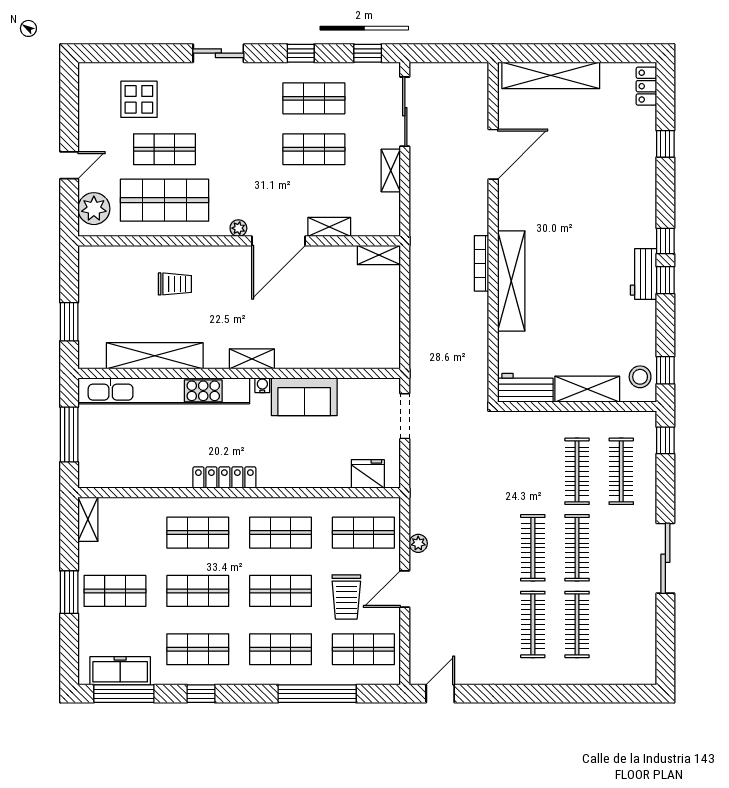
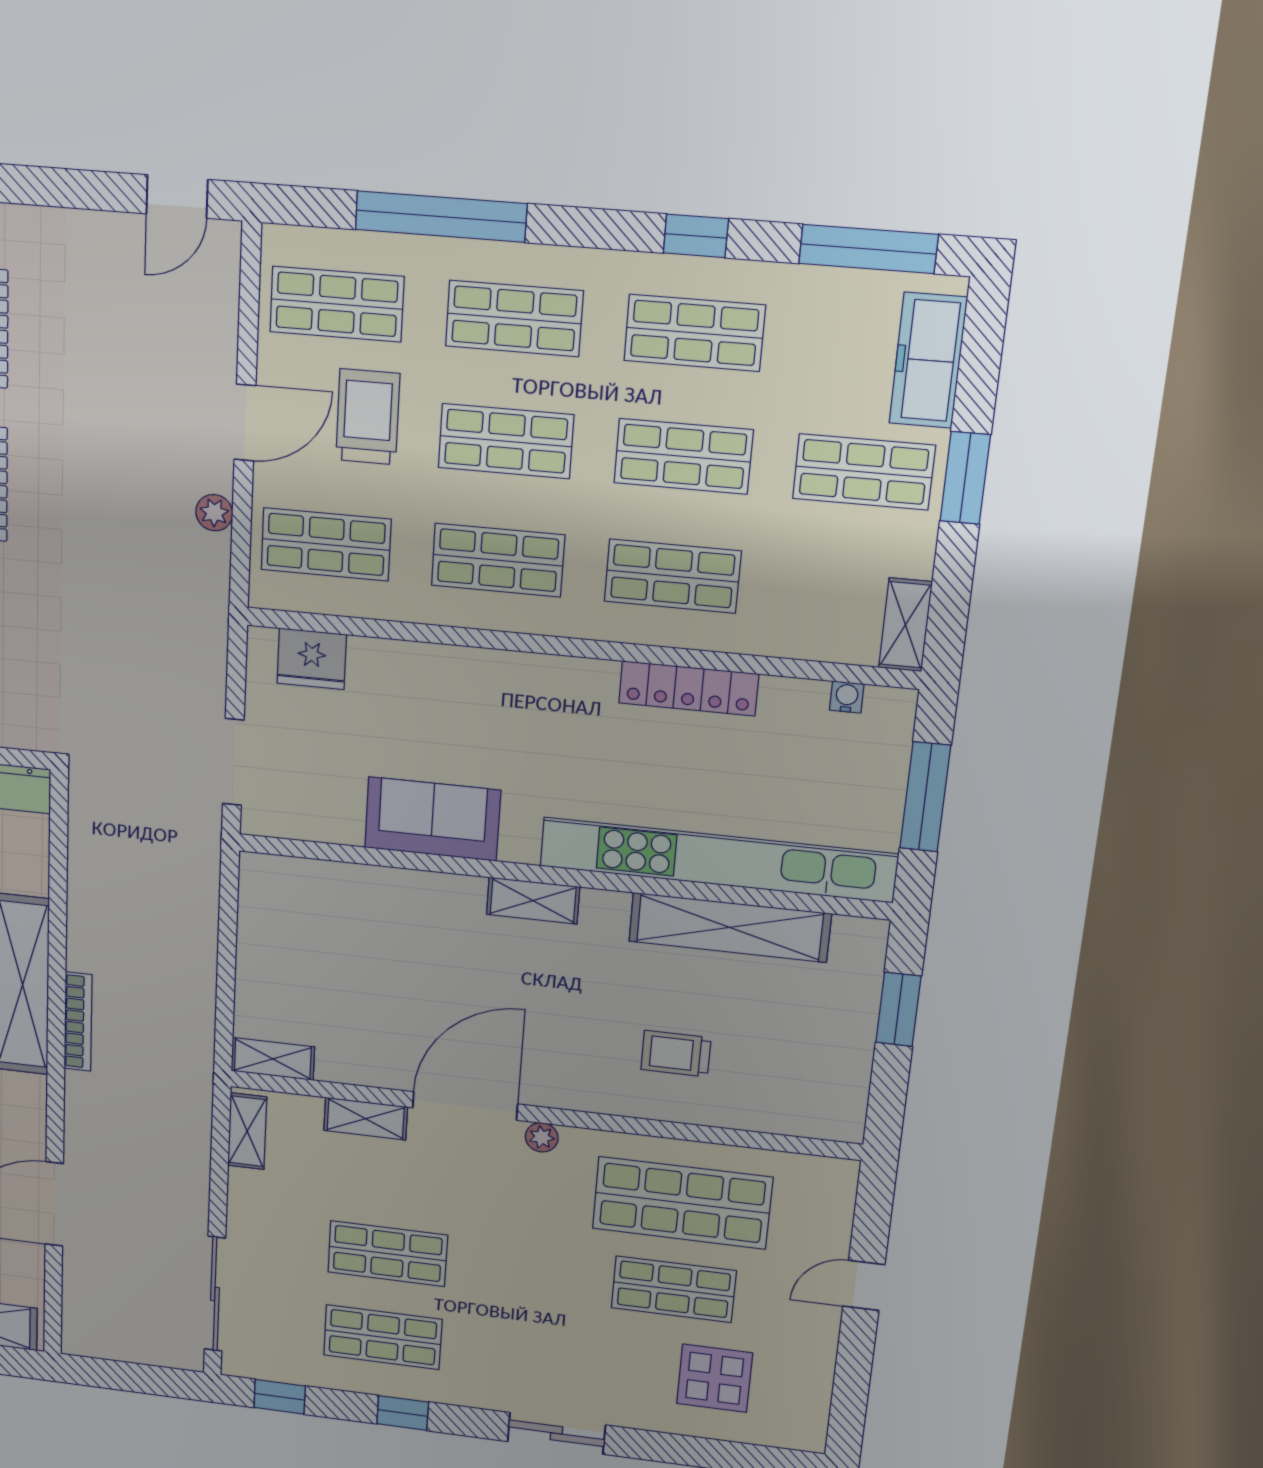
shelving: (391, 170) -> (247, 1131), moved
plant: (94, 209) -> (824, 1205), removed
water cooler: (262, 385) -> (847, 697), moved, turned 180
locker: (224, 478) -> (689, 688), moved
freezer: (120, 671) -> (928, 360), moved, turned 90

